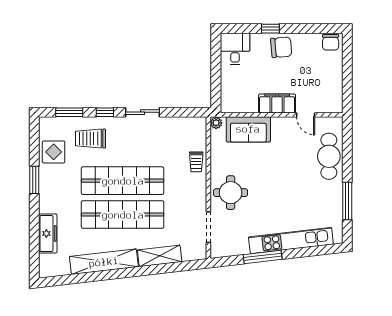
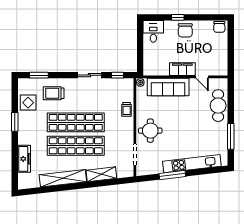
chair: (281, 47) -> (185, 30), turned 95
window: (105, 112) -> (117, 75), moved
sofa: (248, 129) -> (168, 87), width x1.36

